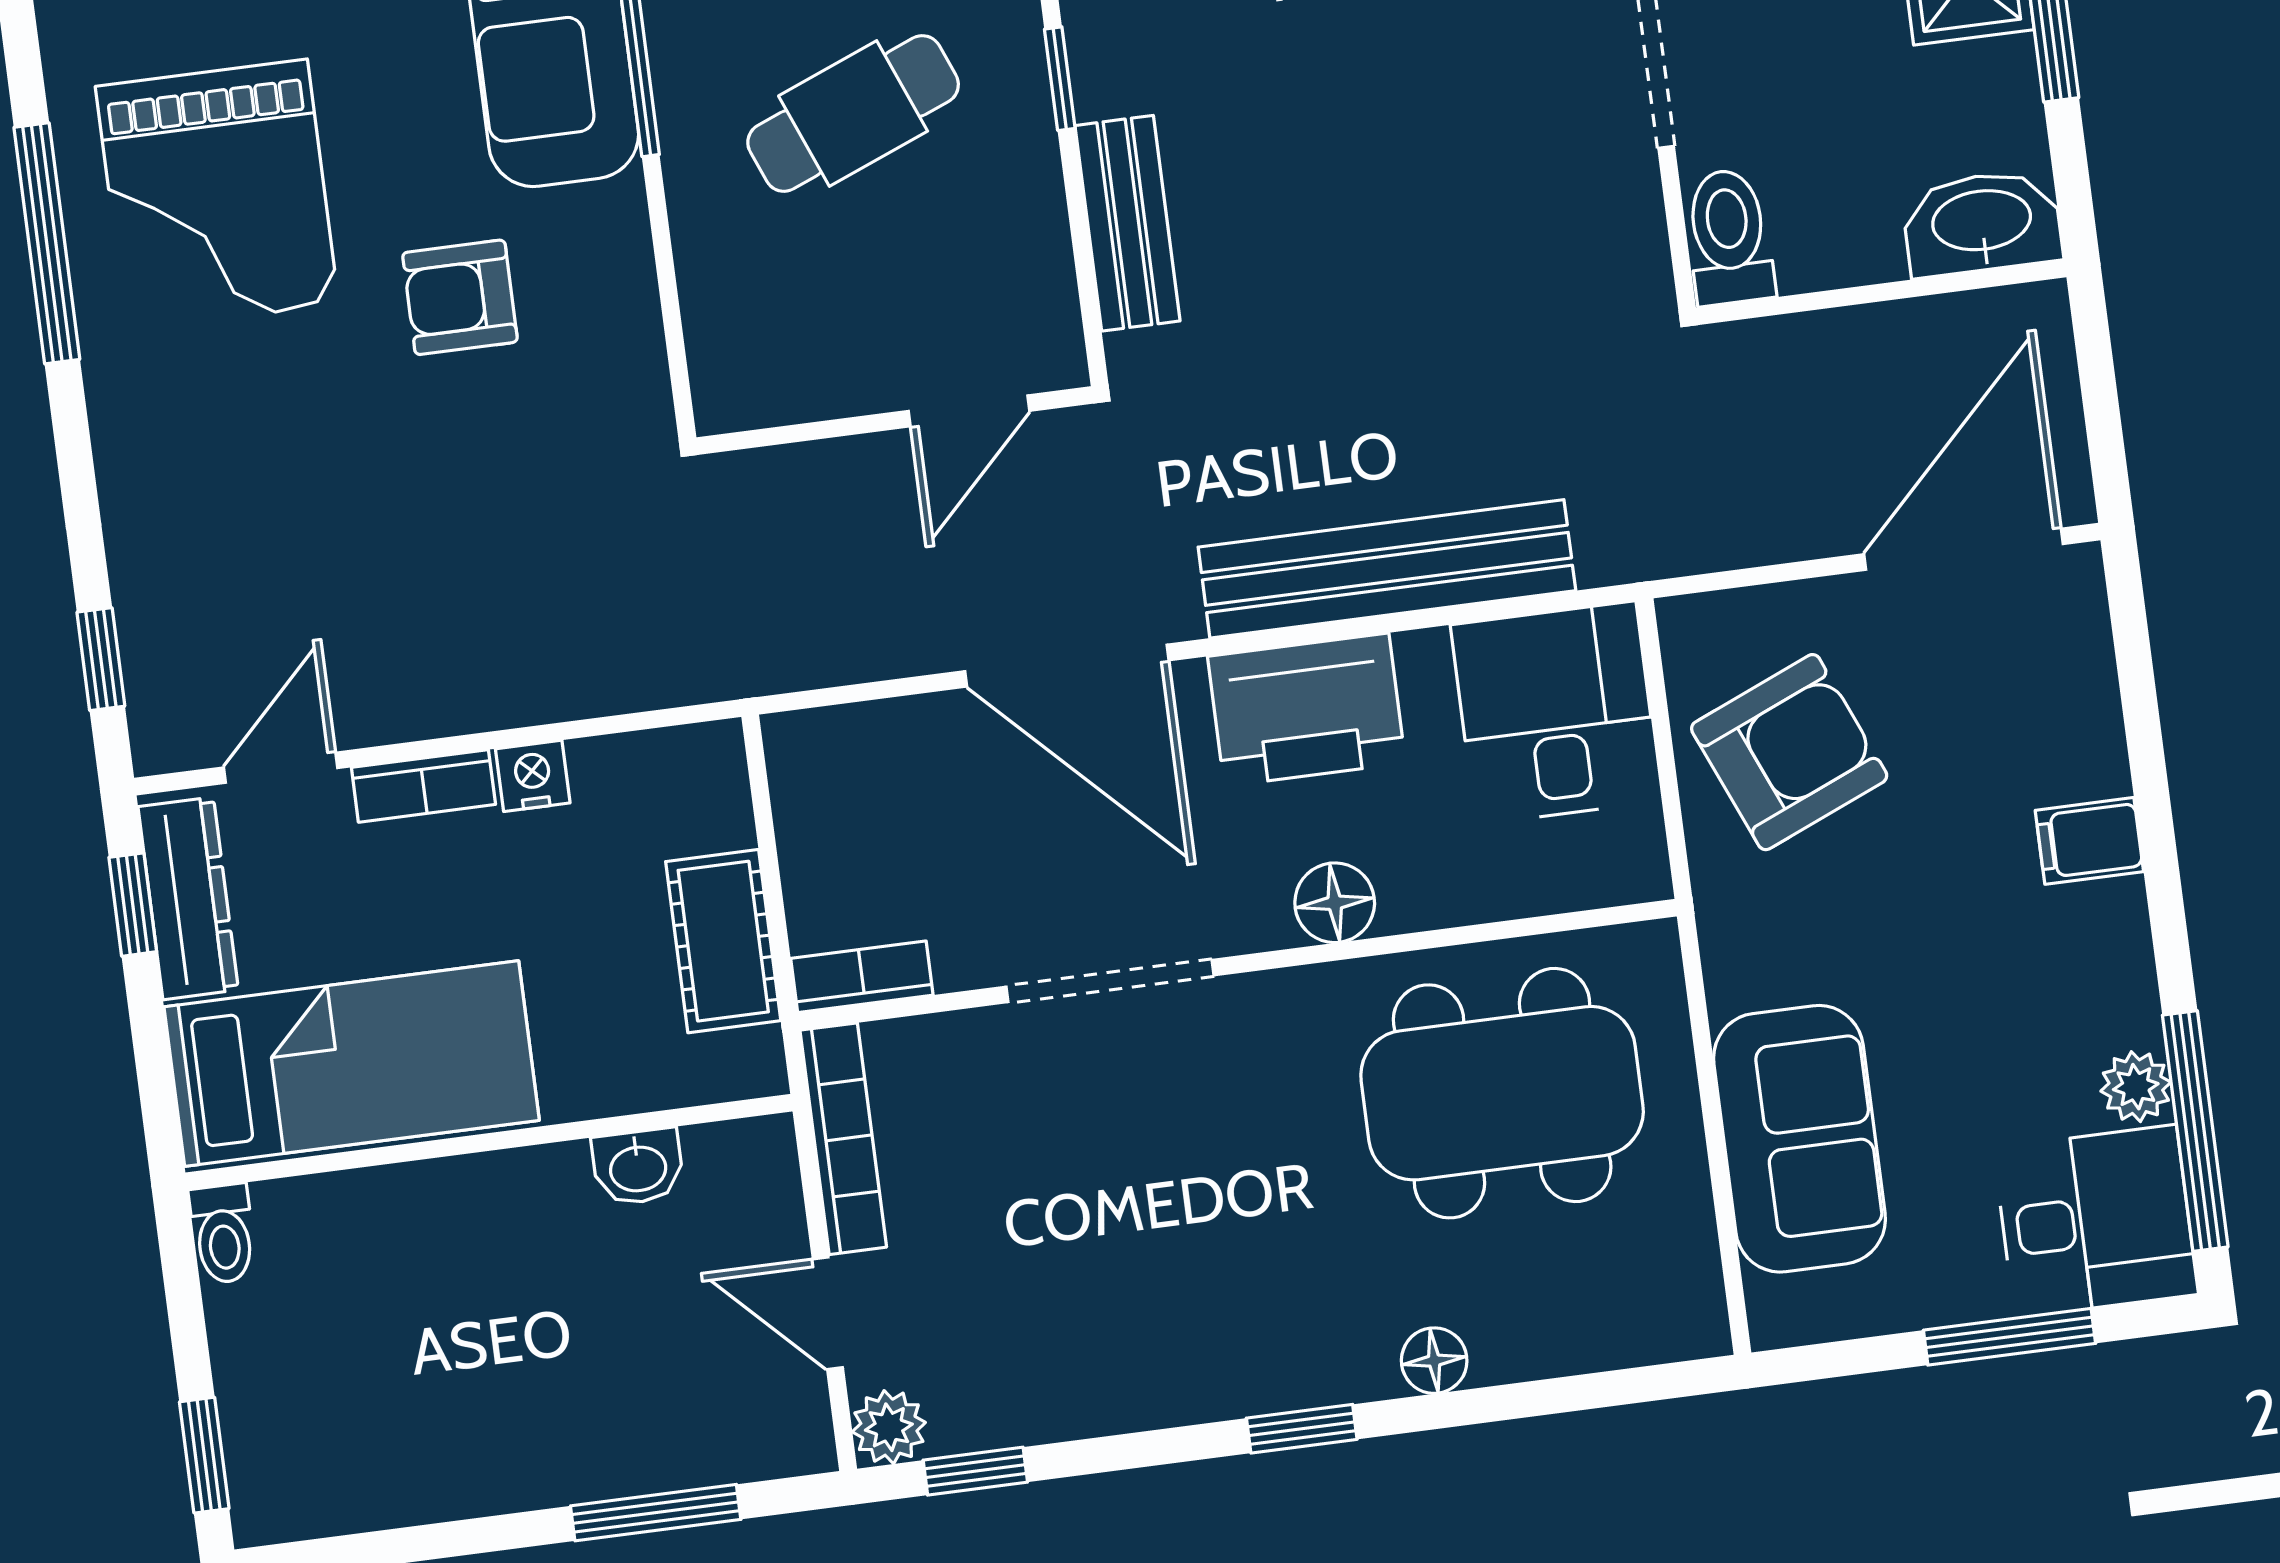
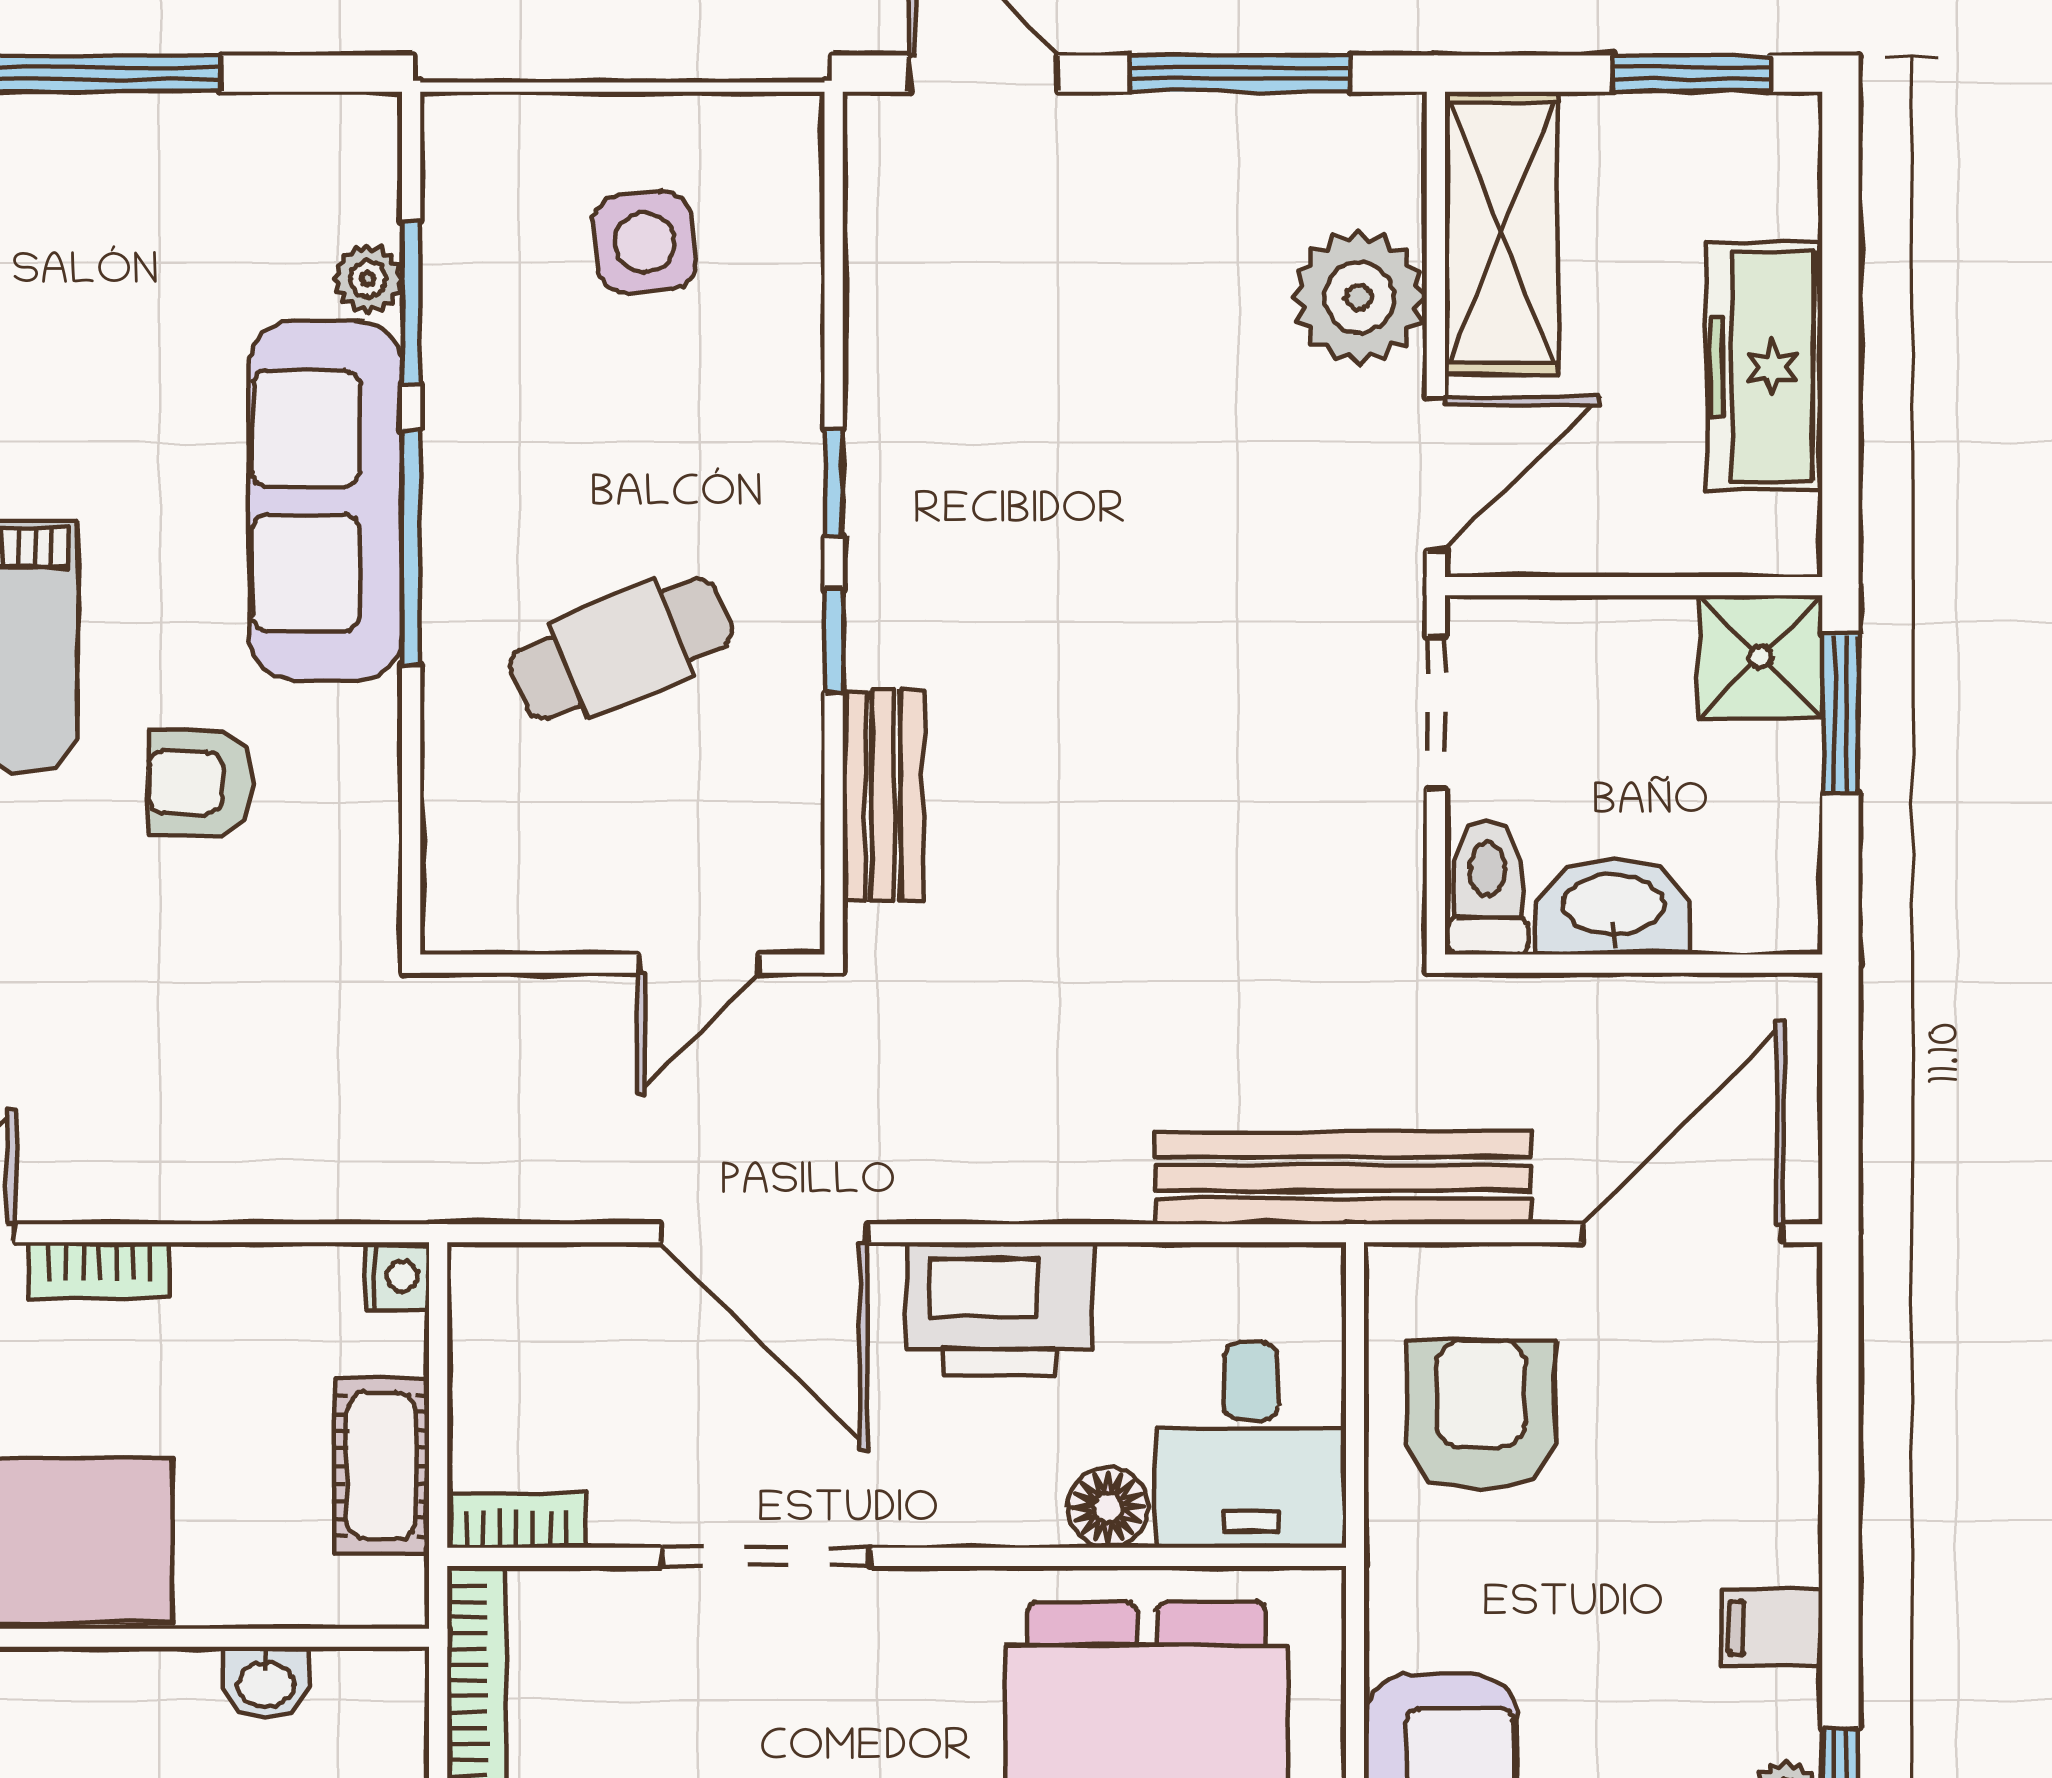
washbasin: (1982, 223) -> (1614, 907), moved
bench: (1387, 569) -> (1343, 1178), moved
desk: (1556, 713) -> (1251, 1445), moved, turned 180
armchair: (1789, 752) -> (1481, 1415), turned -67
nightstand: (533, 776) -> (397, 1276), moved, turned 90
filing cabinet: (2089, 841) -> (1772, 1628), moved
floor lamp: (1335, 903) -> (1108, 1507), moved

